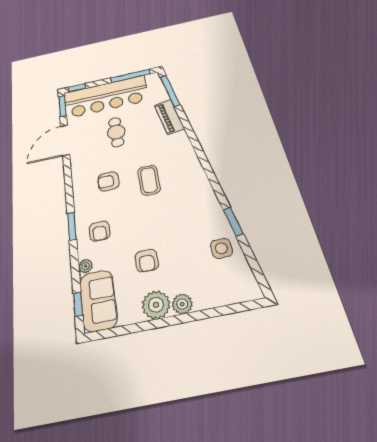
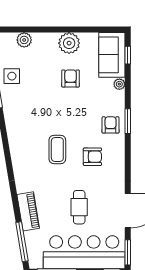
armchair: (100, 231) -> (111, 125), moved
plant: (182, 304) -> (24, 40), moved

